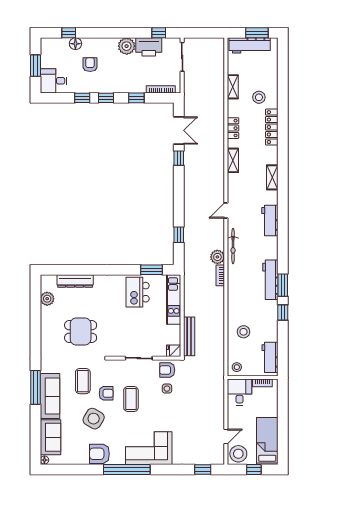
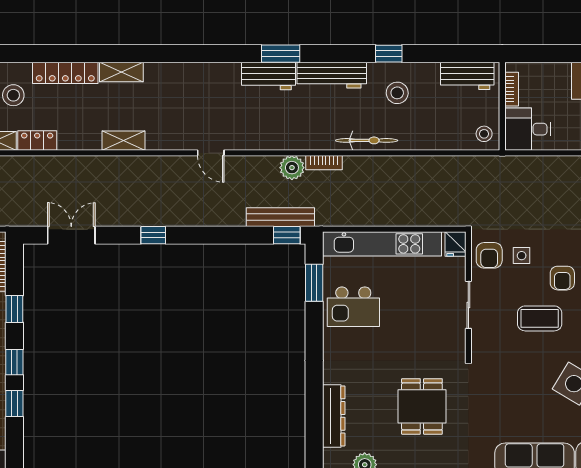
locker: (233, 128) -> (37, 140), moved
window: (179, 158) -> (153, 235), moved
shelving: (272, 177) -> (121, 72), moved
workbench: (270, 220) -> (268, 76), moved
window: (179, 235) -> (287, 235), moved
bicycle: (233, 246) -> (367, 140), moved
window: (283, 285) -> (281, 54), moved
kitchen unit: (174, 299) -> (382, 244), width x1.36
stool: (243, 332) -> (397, 93), moved
bench: (189, 336) -> (280, 217), moved
coffee table: (83, 381) -> (508, 402), removed
armchair: (106, 393) -> (562, 278), moved, turned 180

